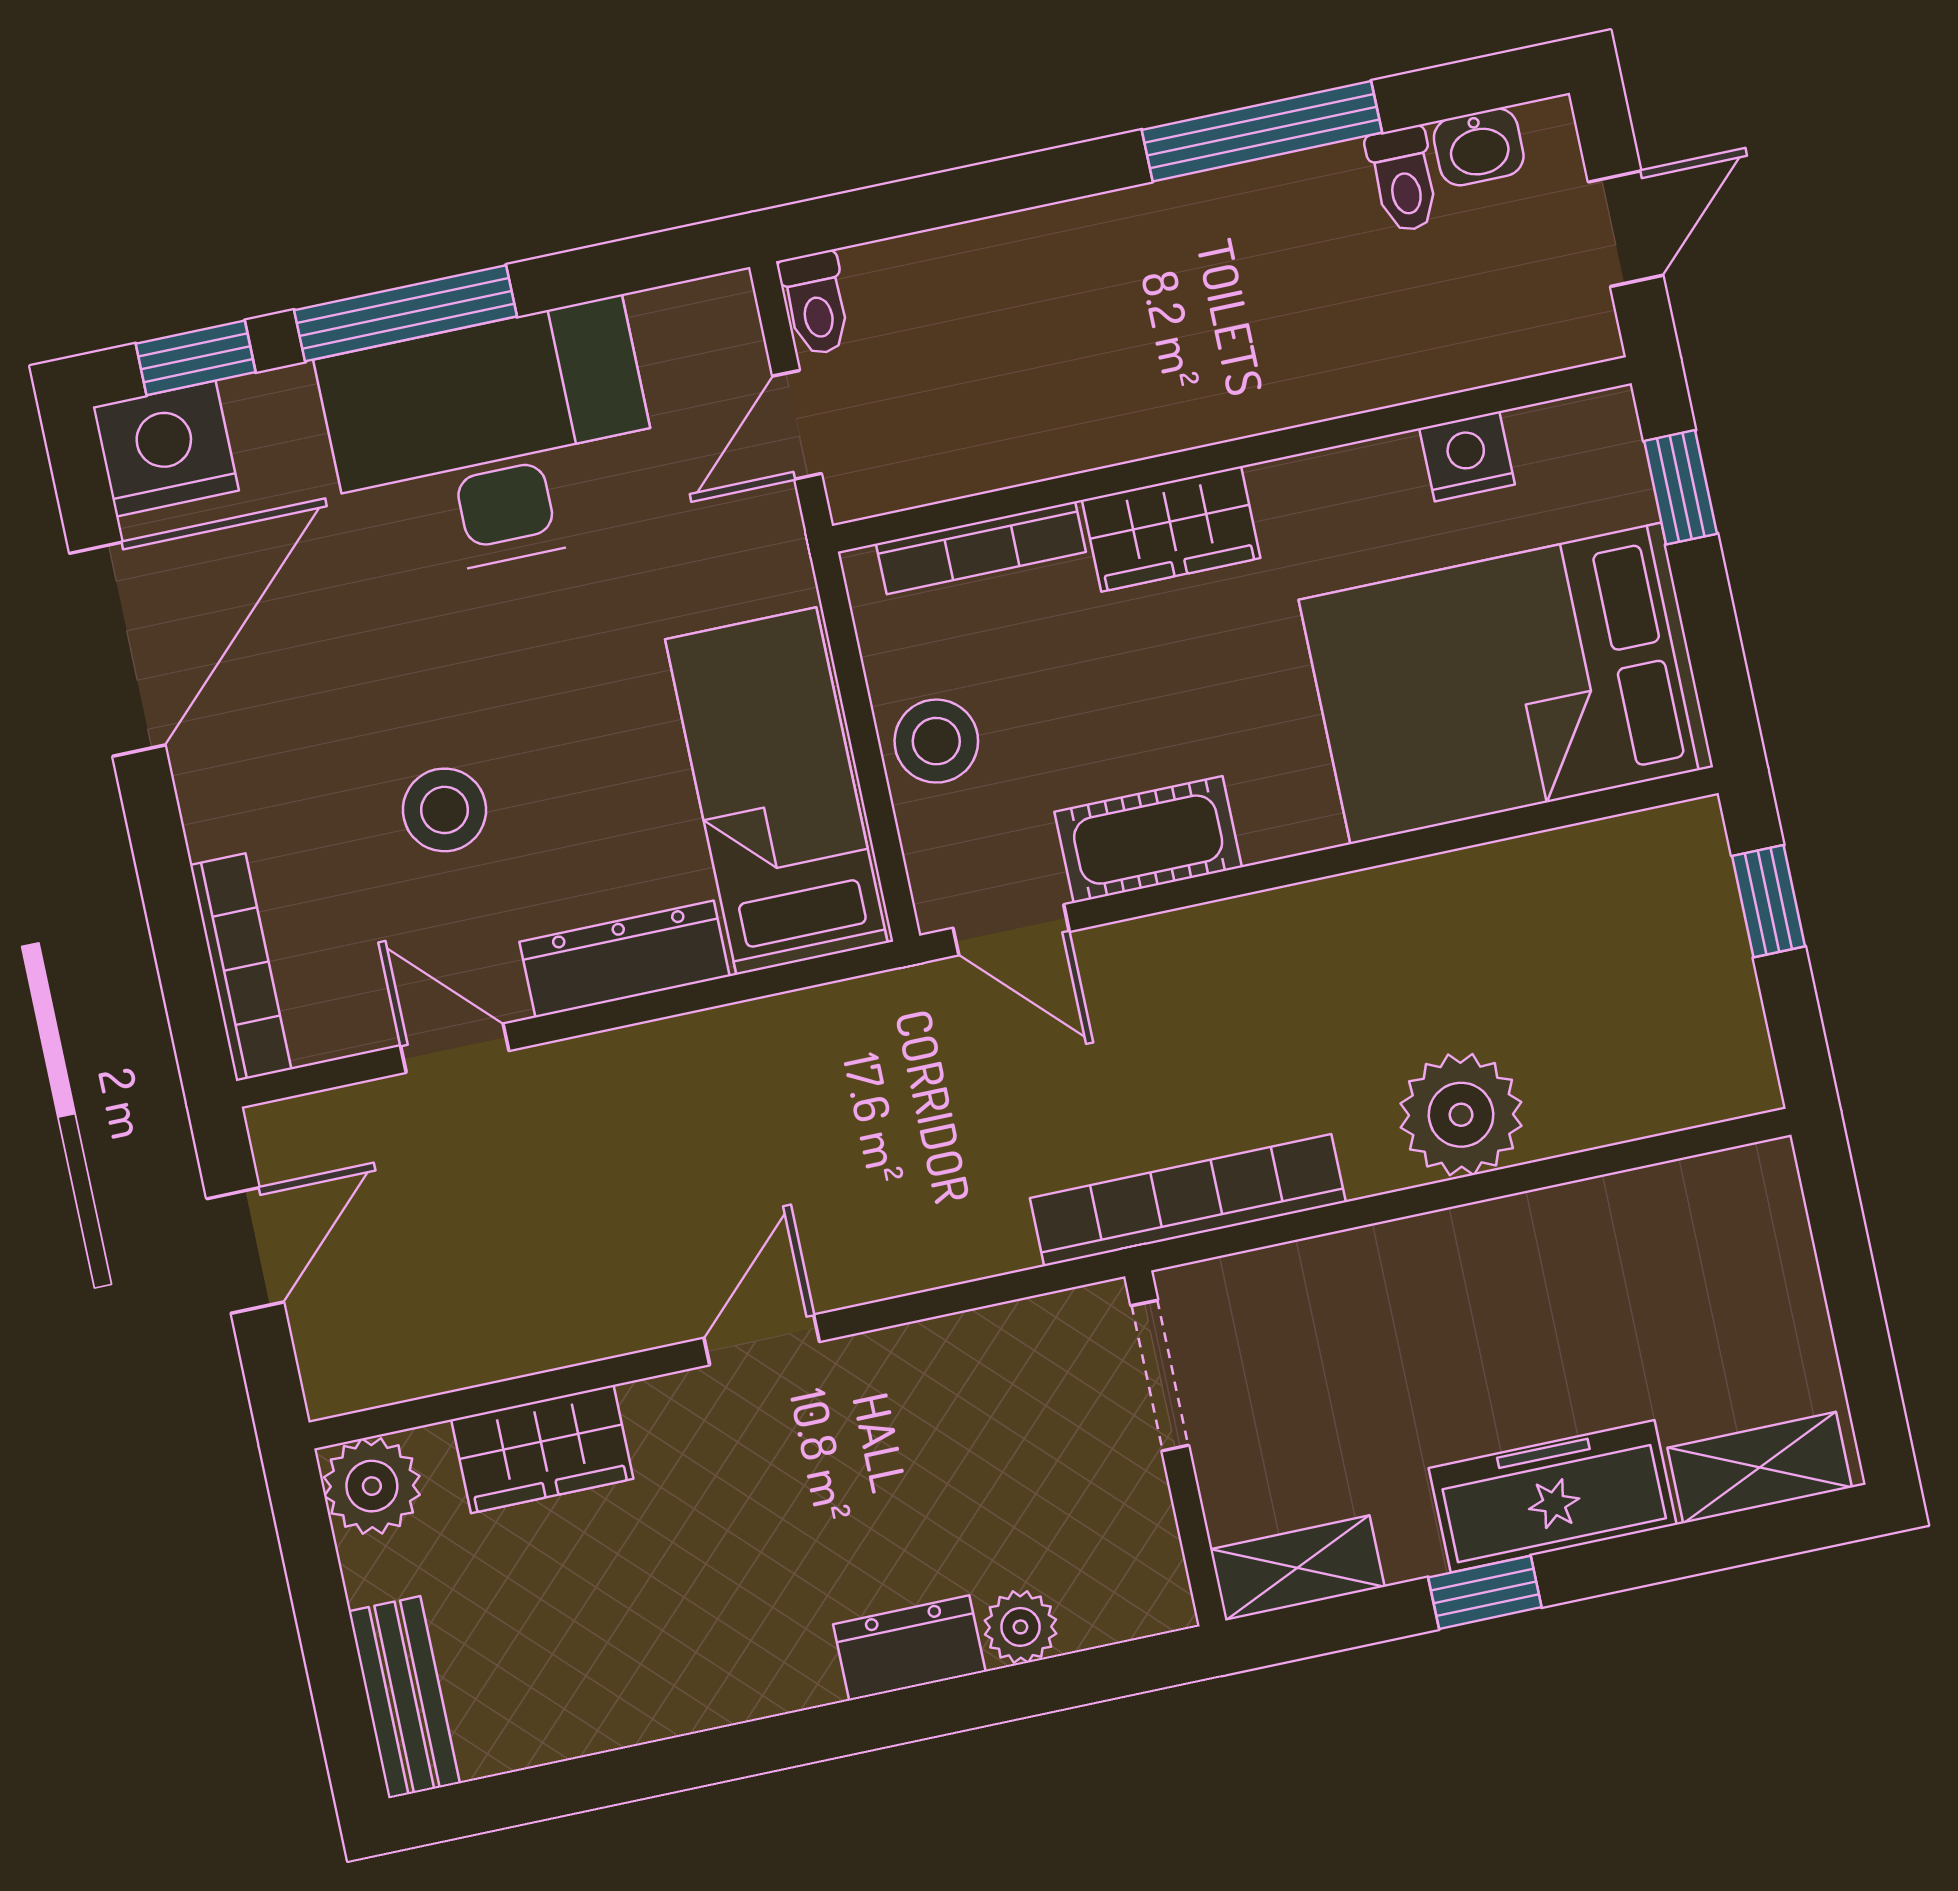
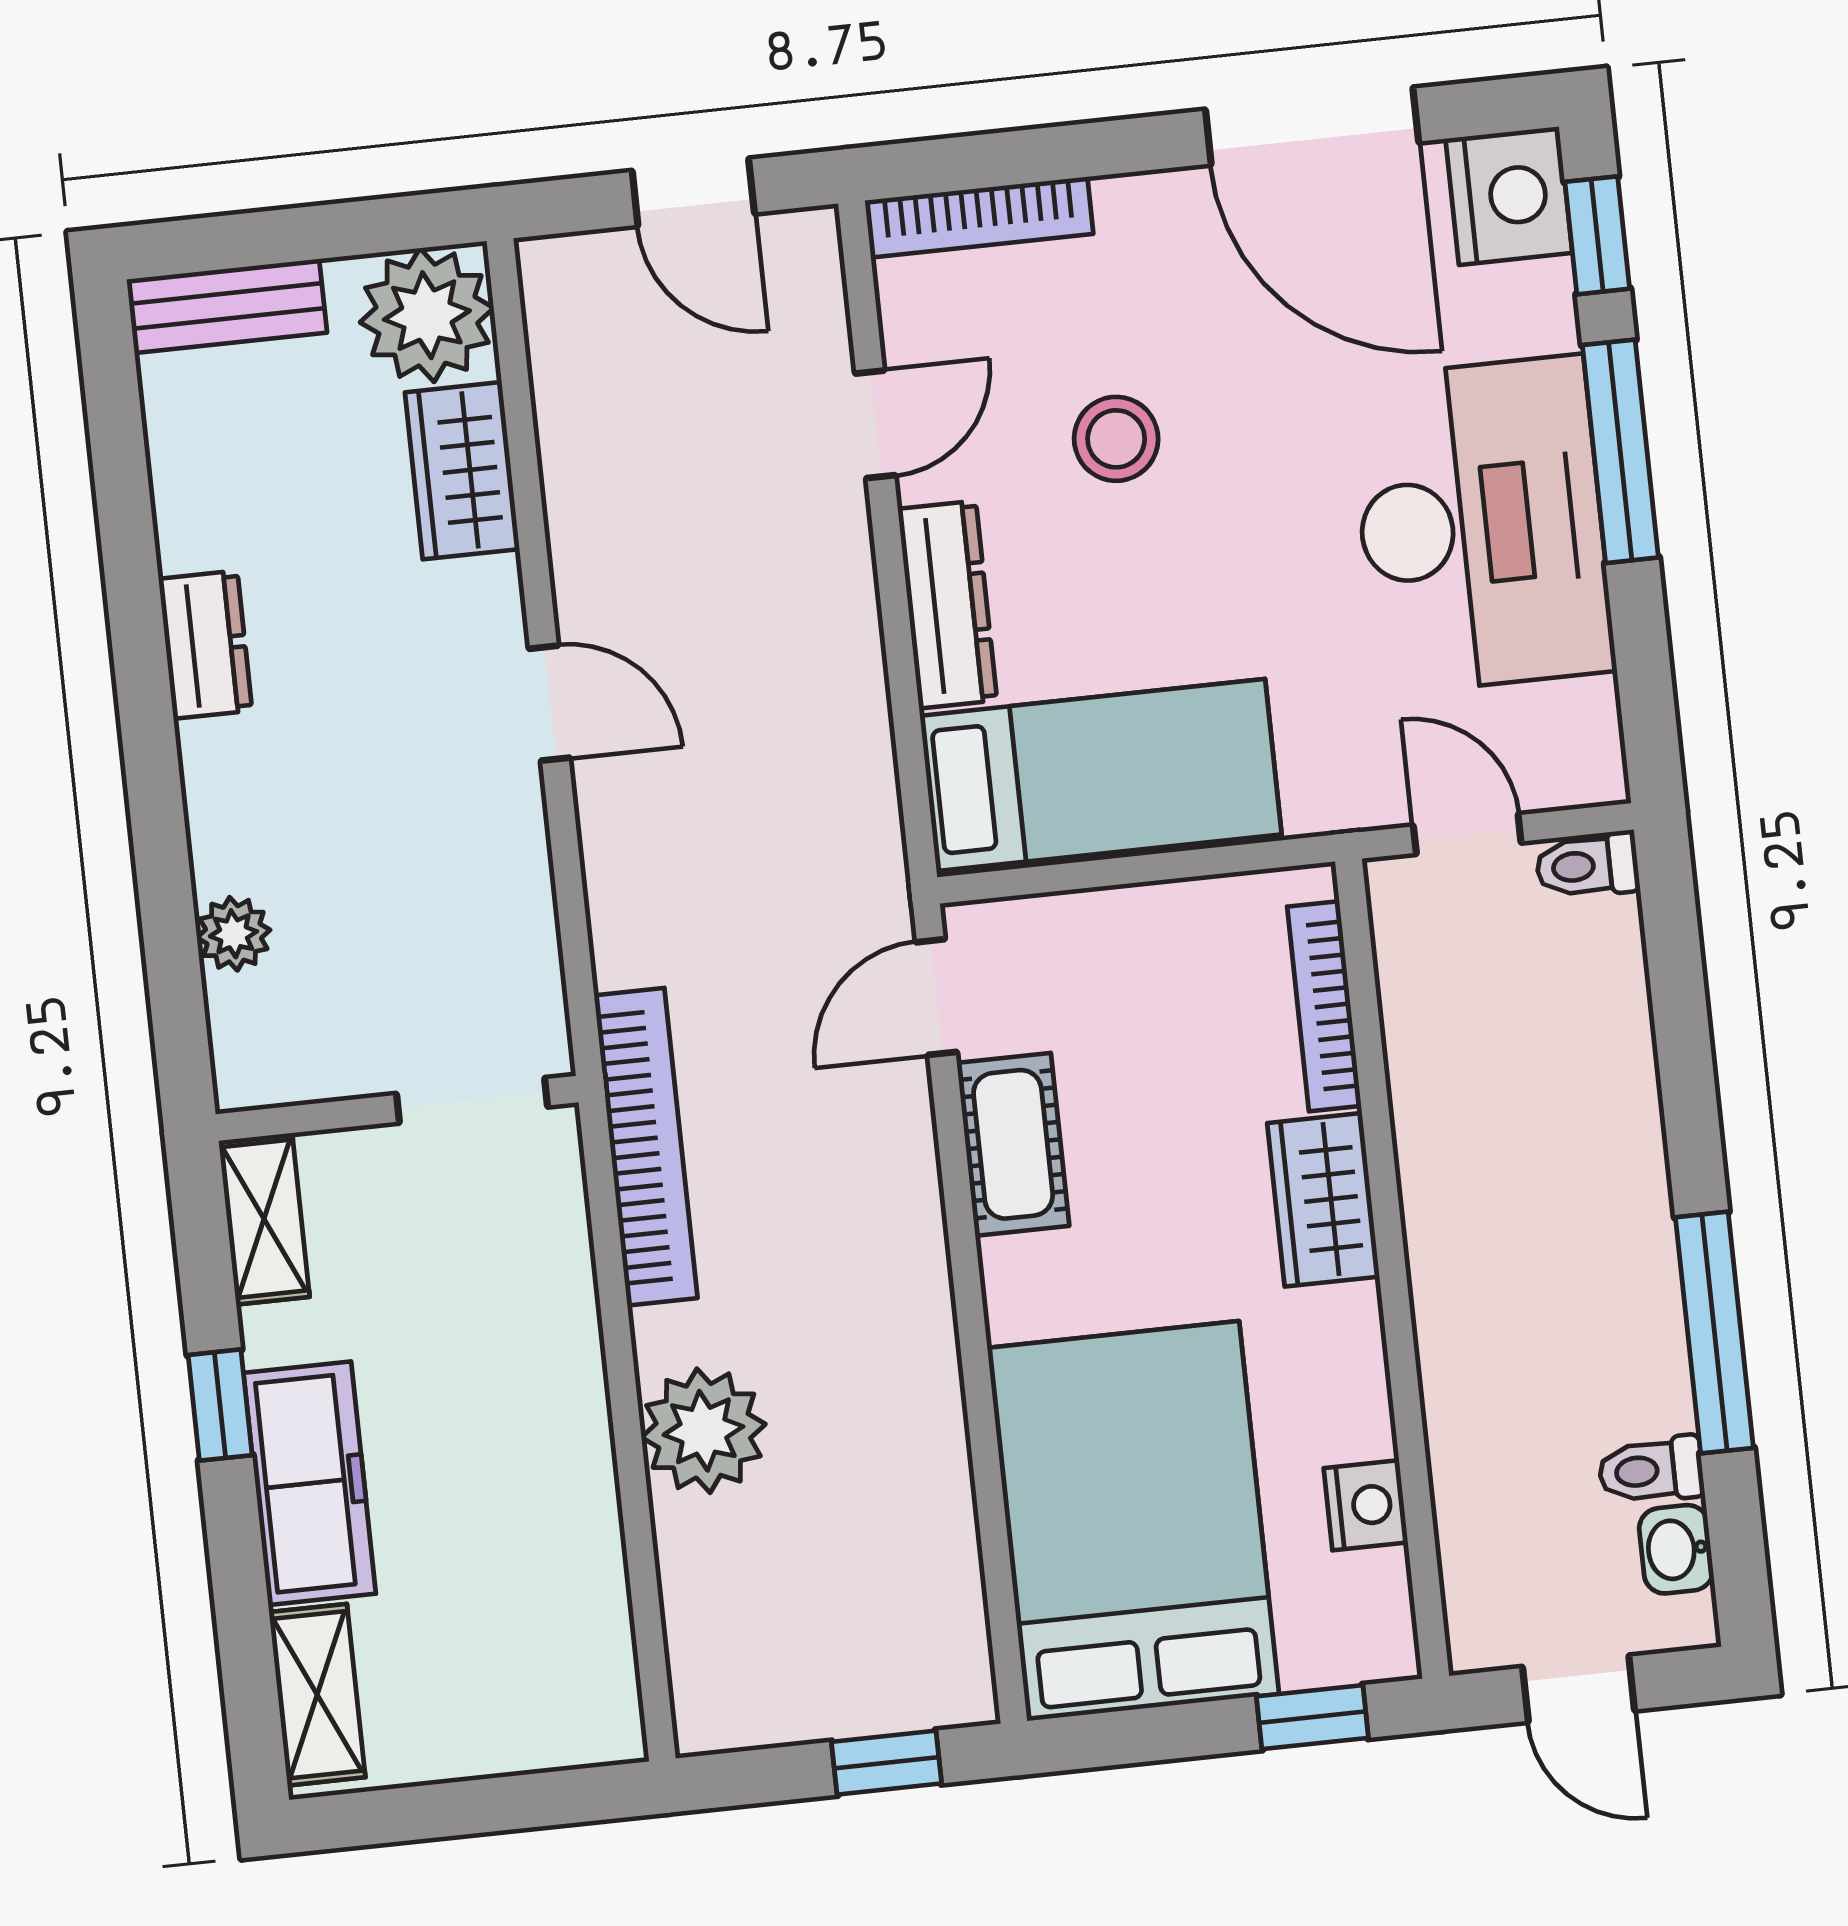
stool: (936, 741) -> (1134, 941), removed
plant: (372, 1486) -> (427, 315), width x1.36, depth x1.36
dresser: (909, 1648) -> (205, 645), moved

